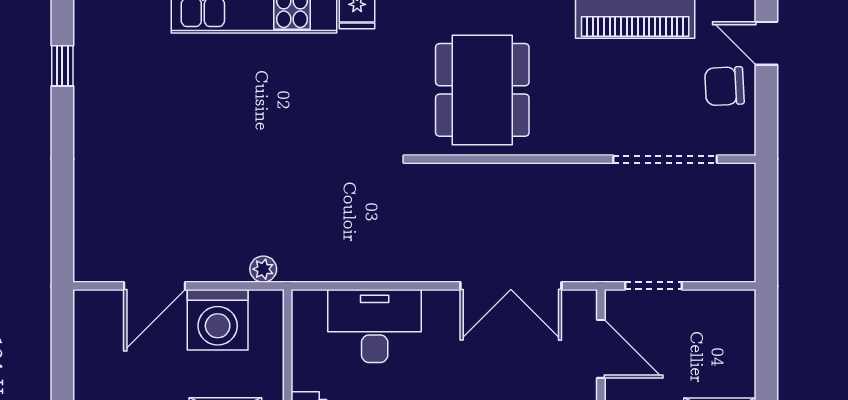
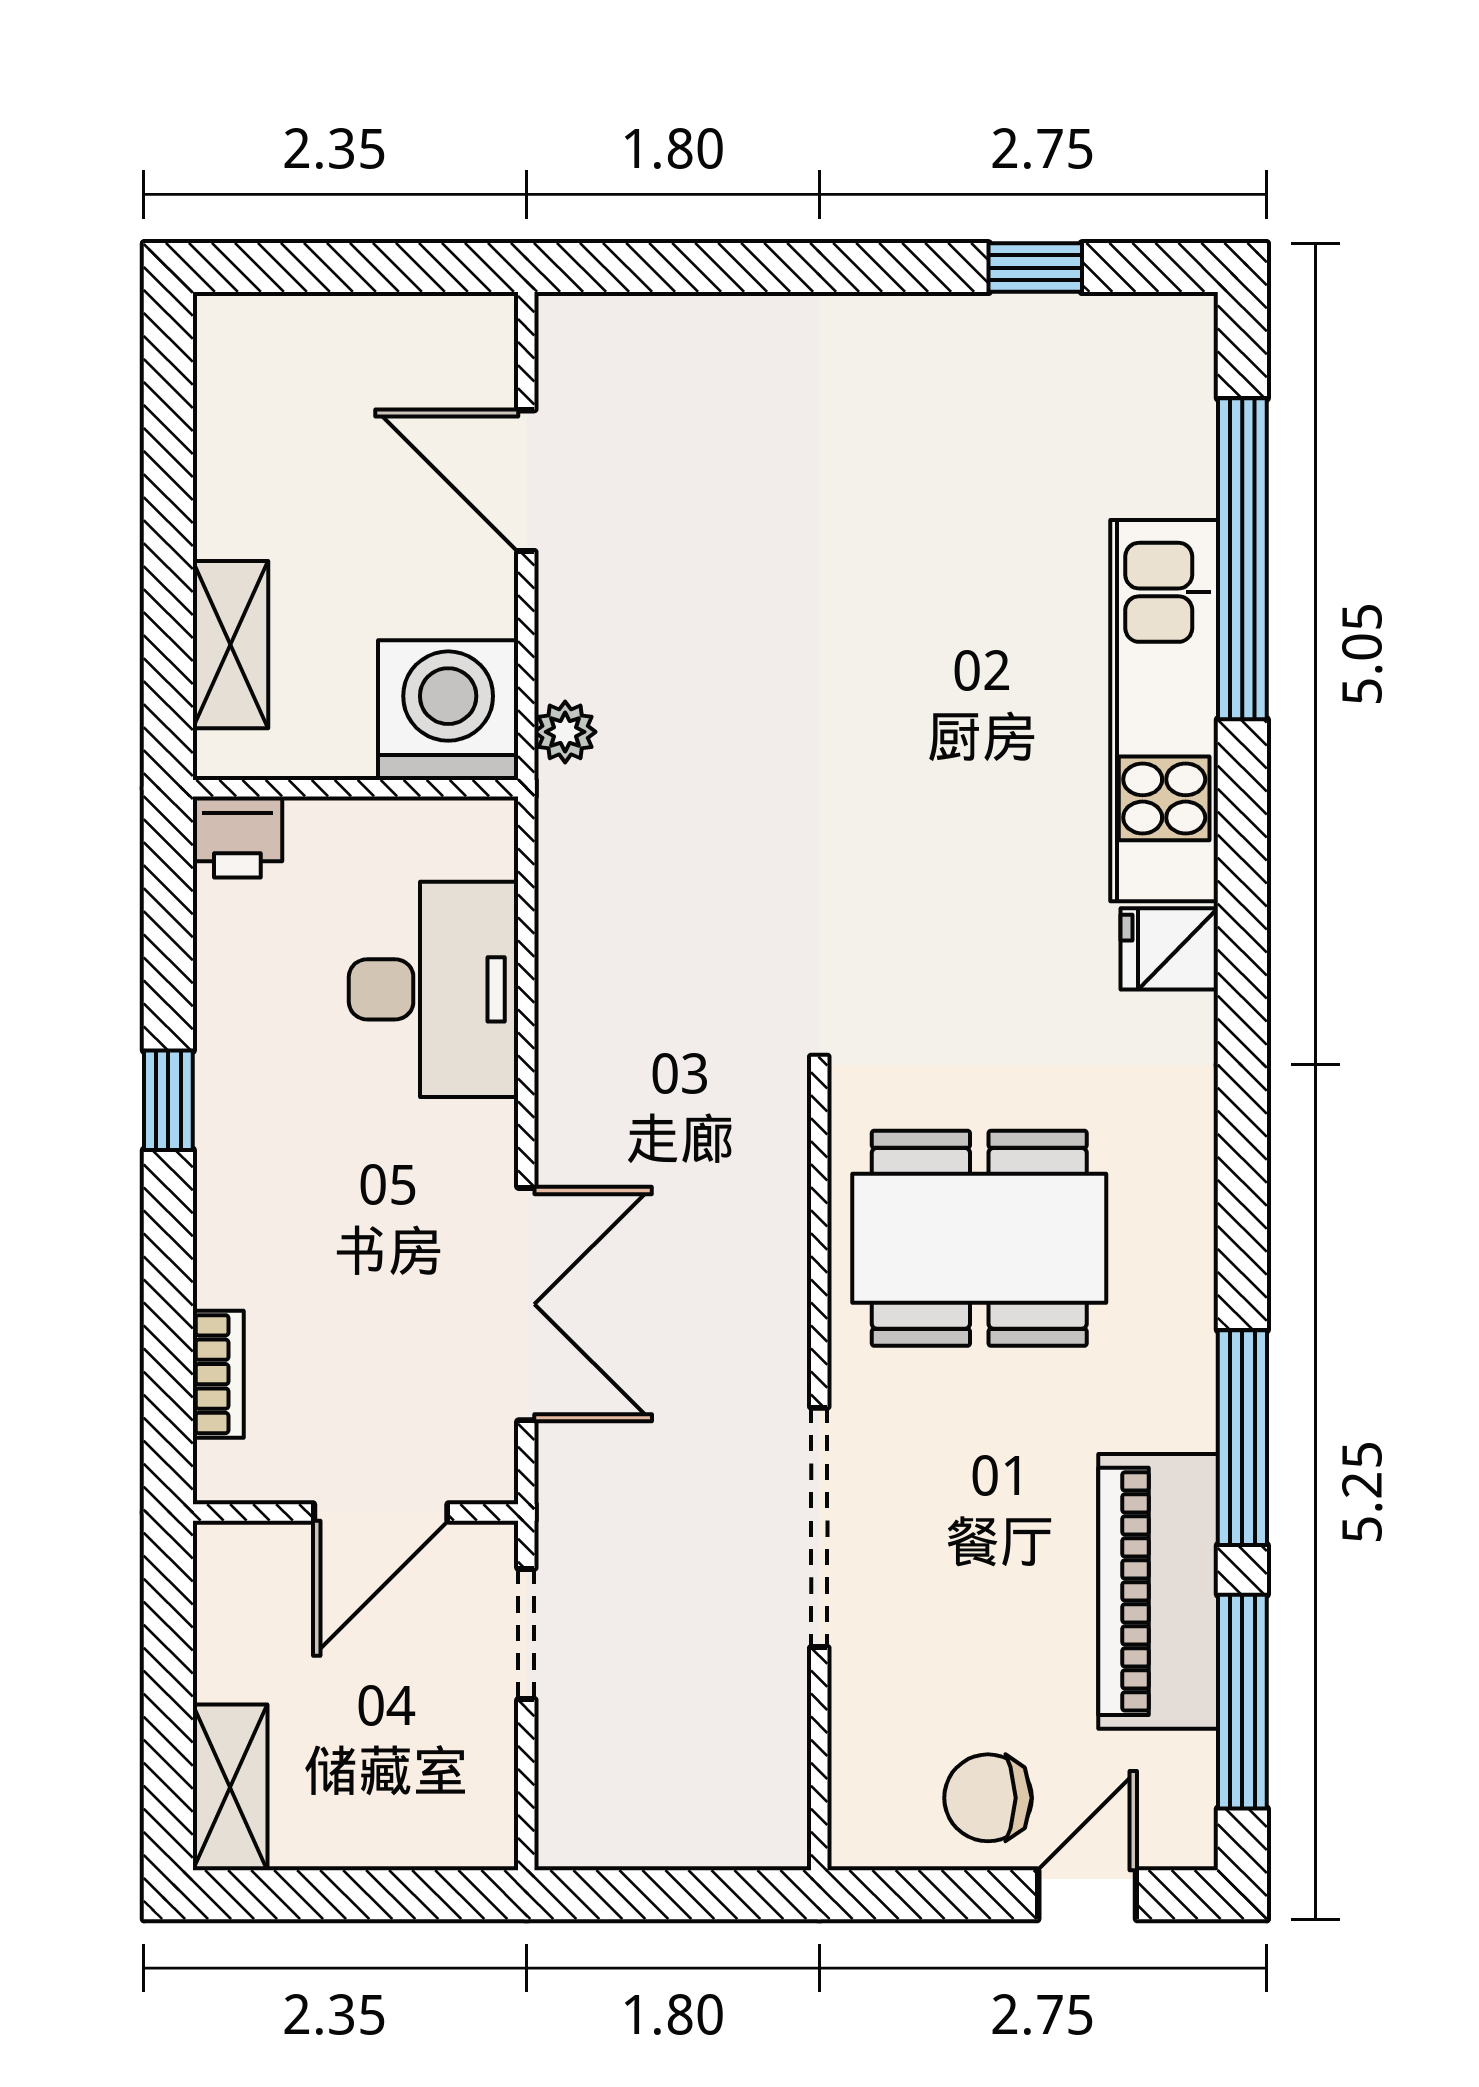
chair: (724, 86) -> (988, 1798), turned -87
doorway: (665, 159) -> (819, 1527), moved
double door: (511, 286) -> (526, 1304), swing flipped
washing machine: (218, 320) -> (448, 710), moved, turned 90

